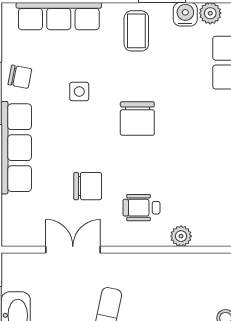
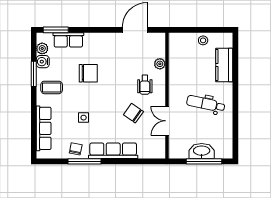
chair: (137, 119) -> (88, 73), moved
chair: (88, 186) -> (133, 113), turned -55

